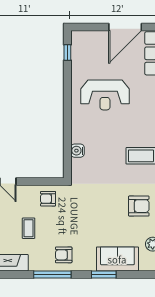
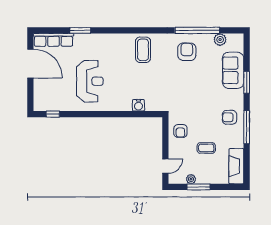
armchair: (64, 255) -> (229, 117), turned 90

